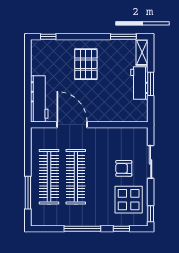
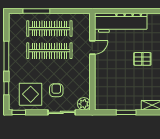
pallet: (86, 64) -> (142, 59), width x0.67, depth x0.71
workbench: (139, 83) -> (127, 103), removed
workbench: (39, 99) -> (121, 23), width x1.36, depth x1.32
door: (72, 125) -> (92, 47), width x0.53
plant: (140, 135) -> (84, 104), added

